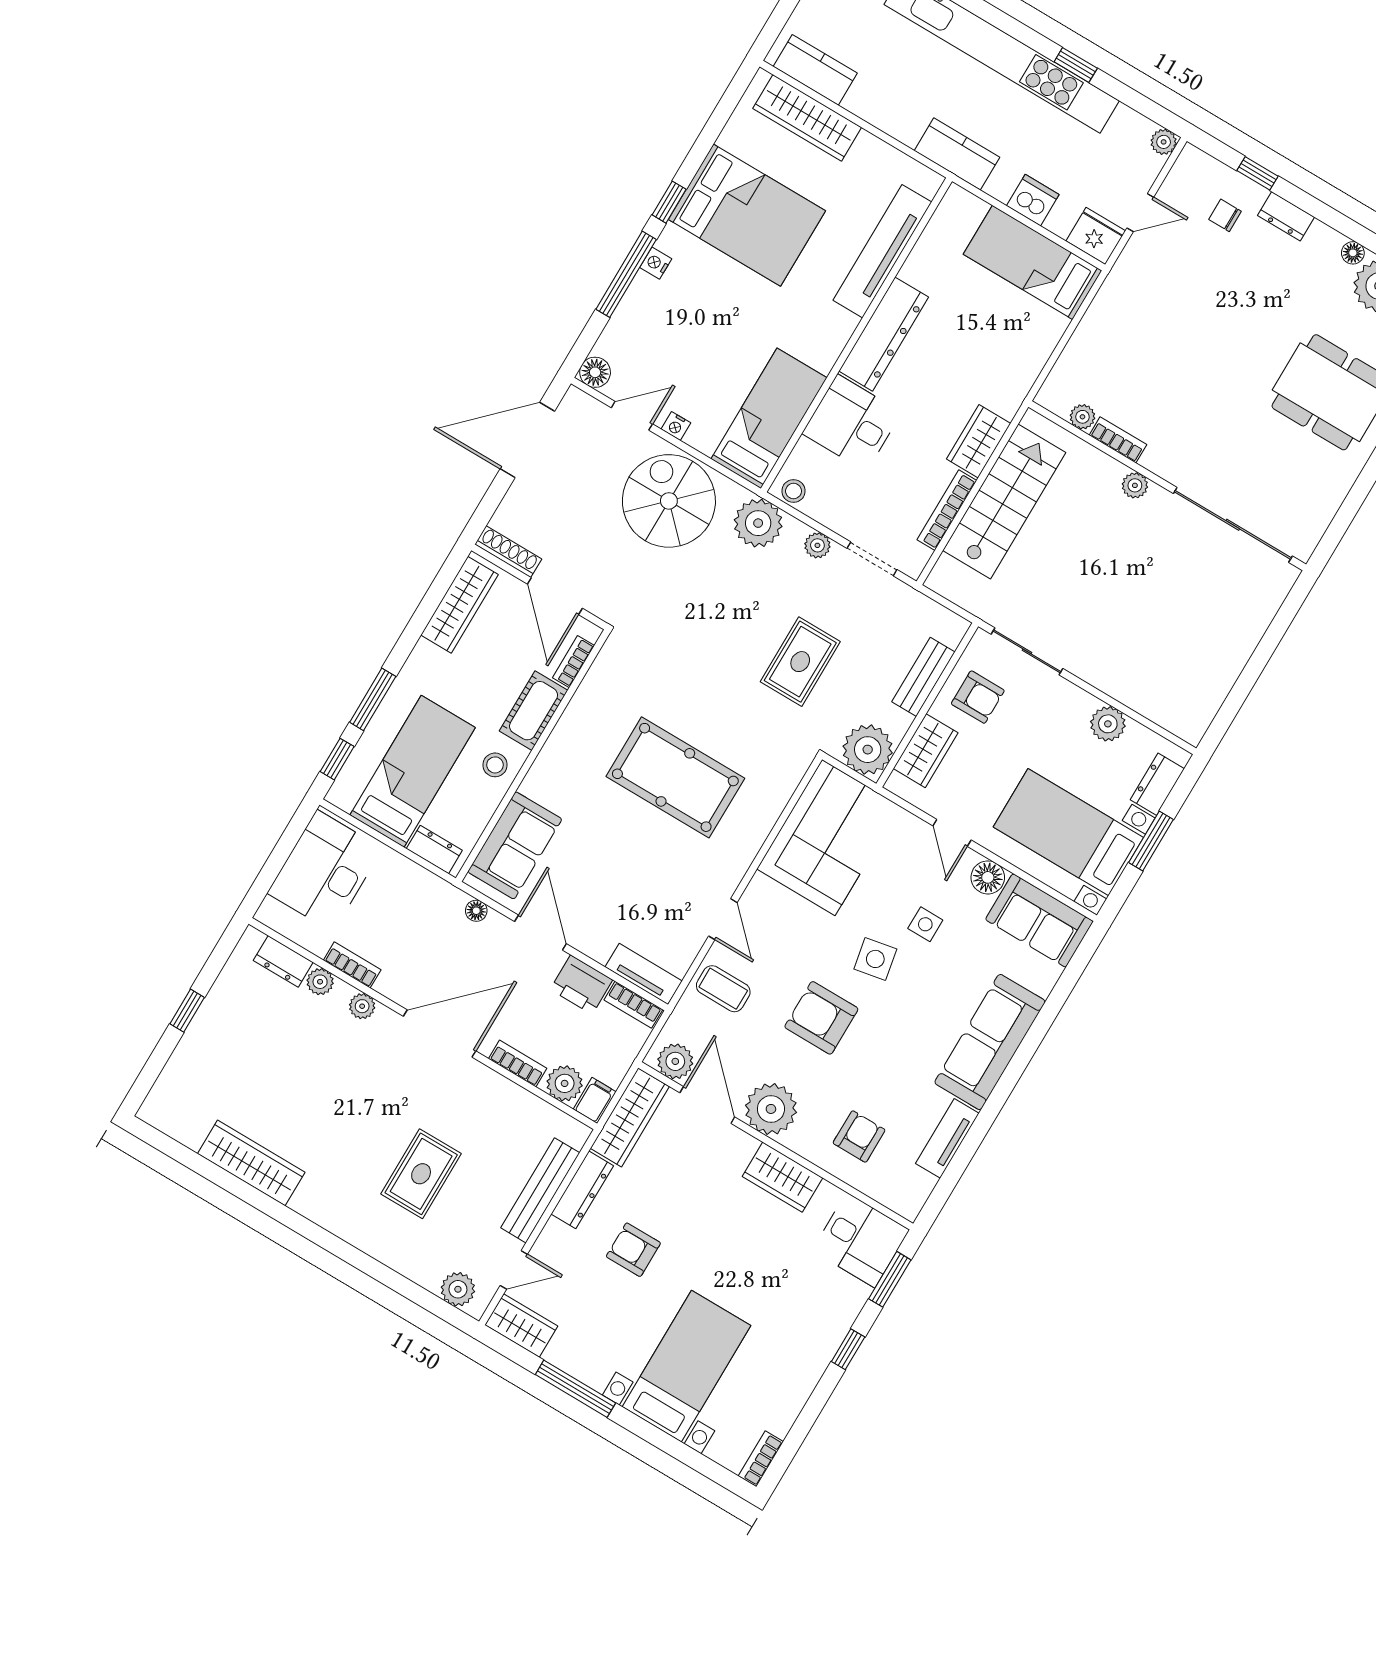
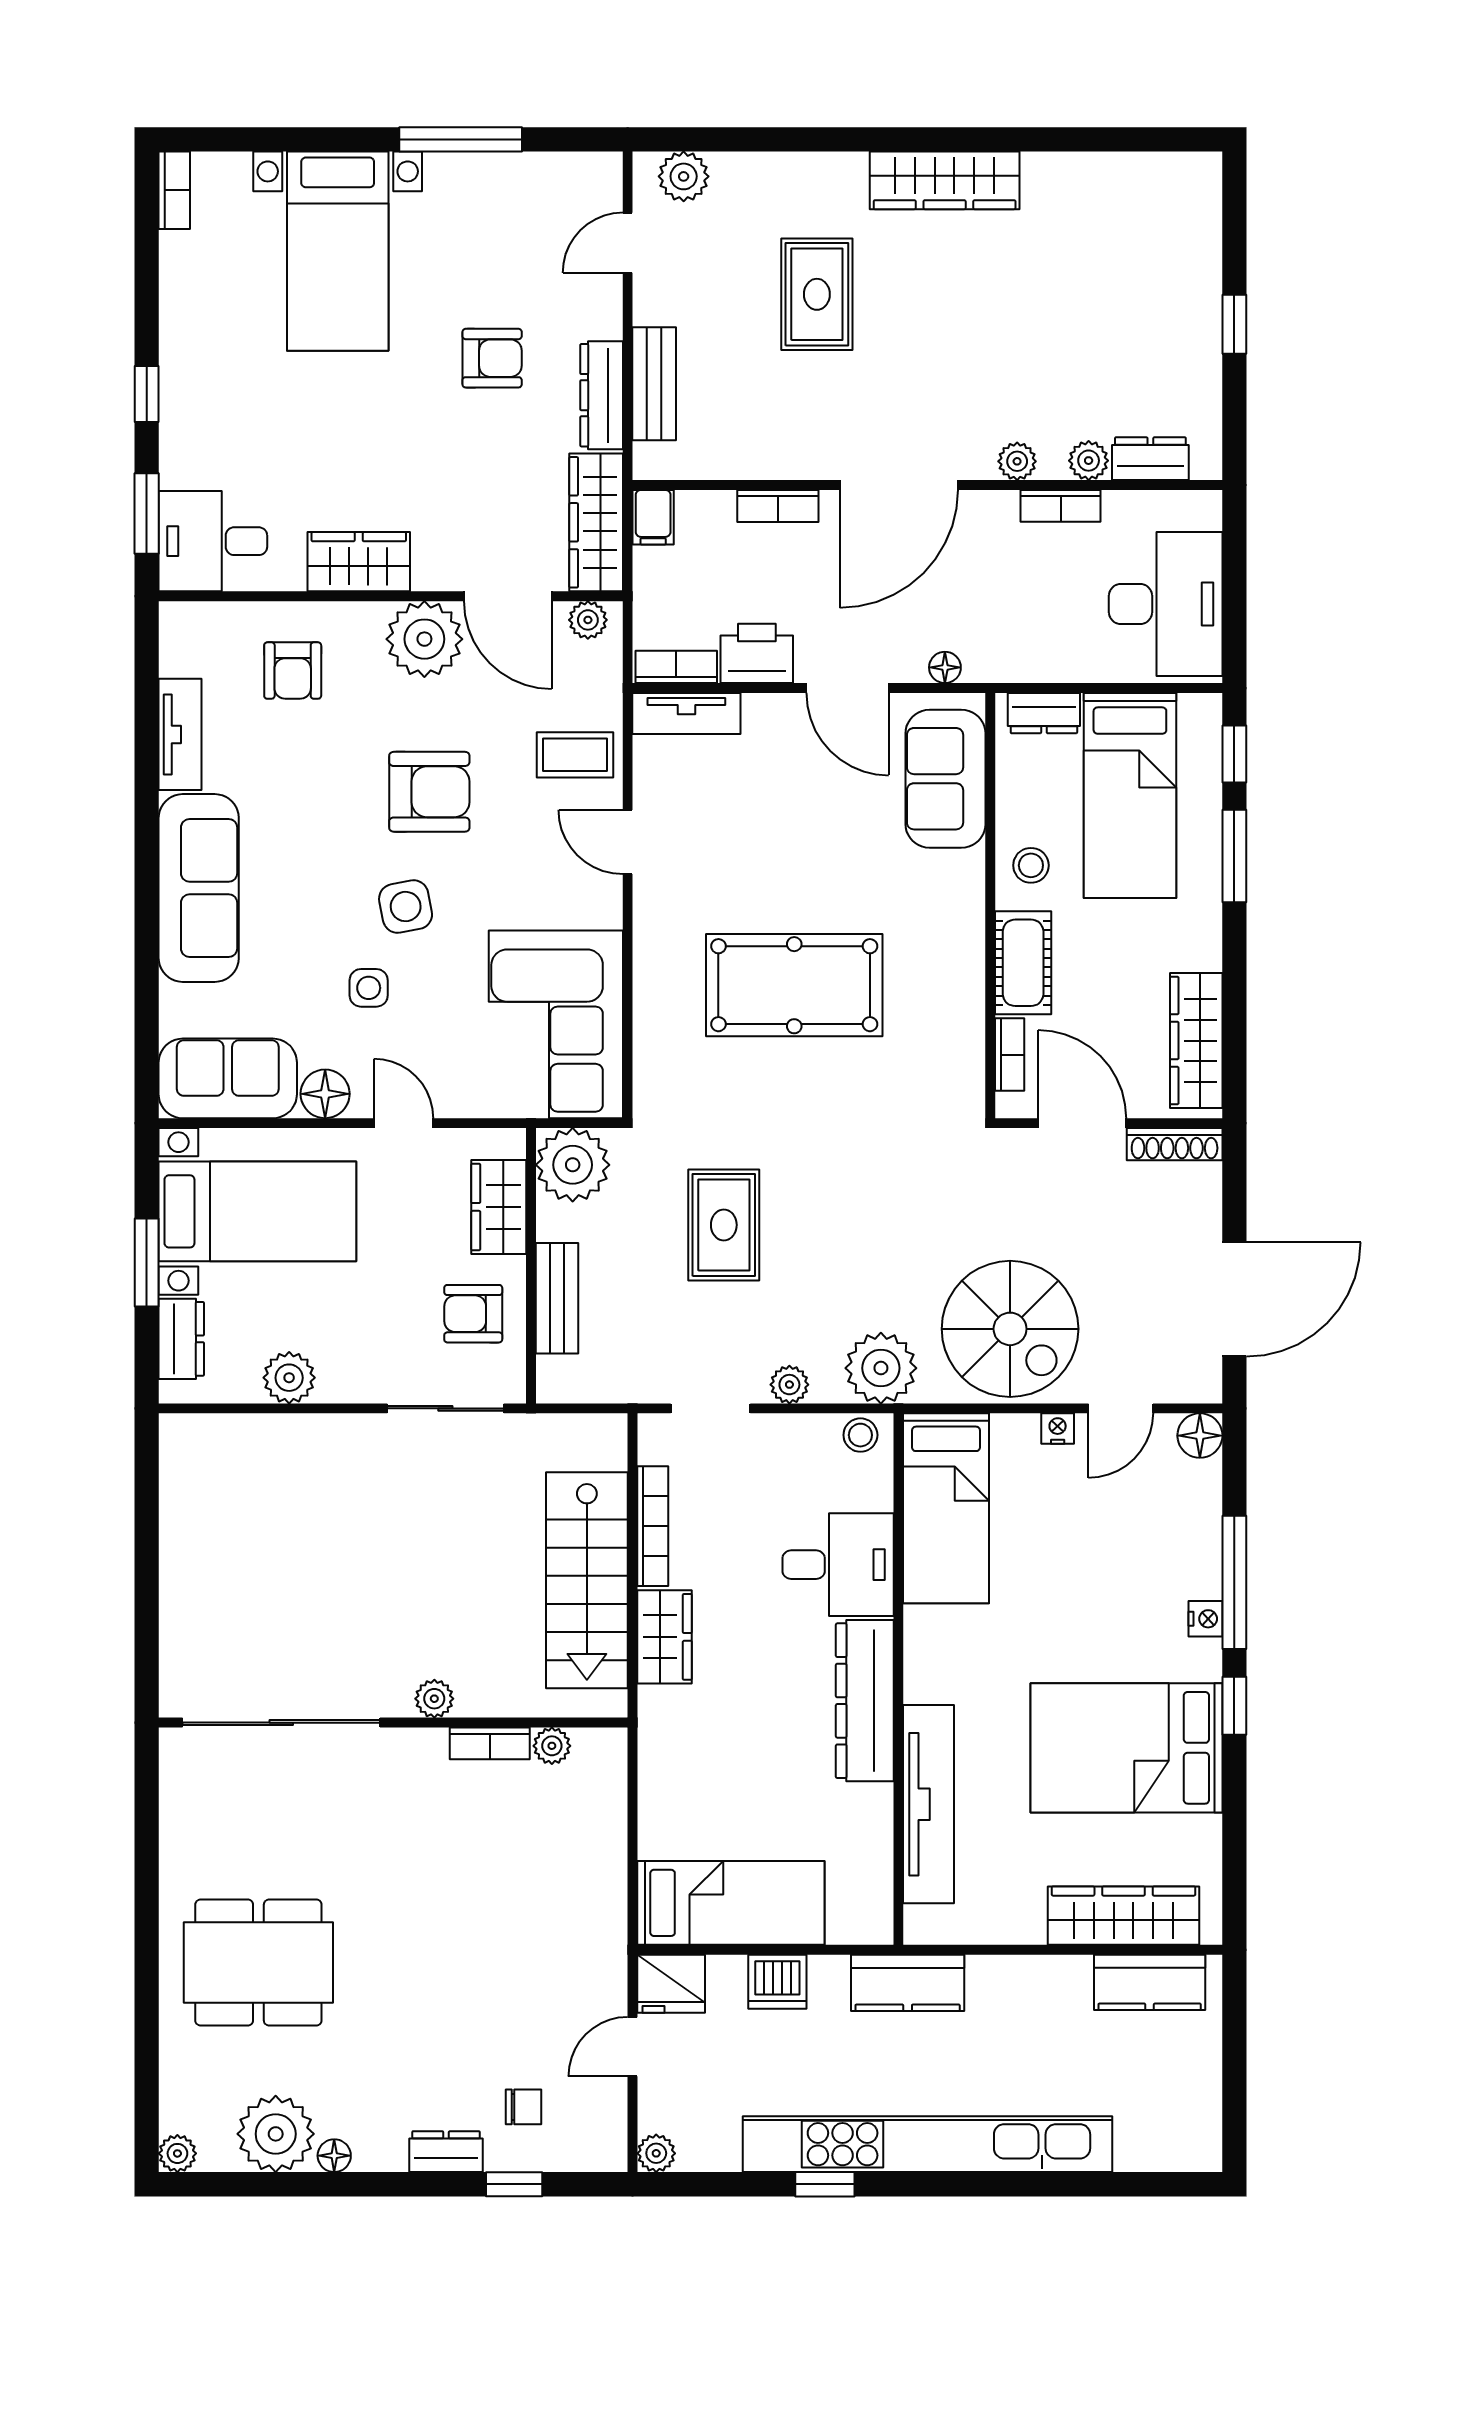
plant: (675, 1061) -> (588, 620), width x0.73, depth x0.73
plant: (565, 1083) -> (704, 516), removed
wardrobe: (251, 1163) -> (945, 180), moved
bench: (540, 1190) -> (654, 384), width x0.73
wardrobe: (521, 1326) -> (576, 178), removed

